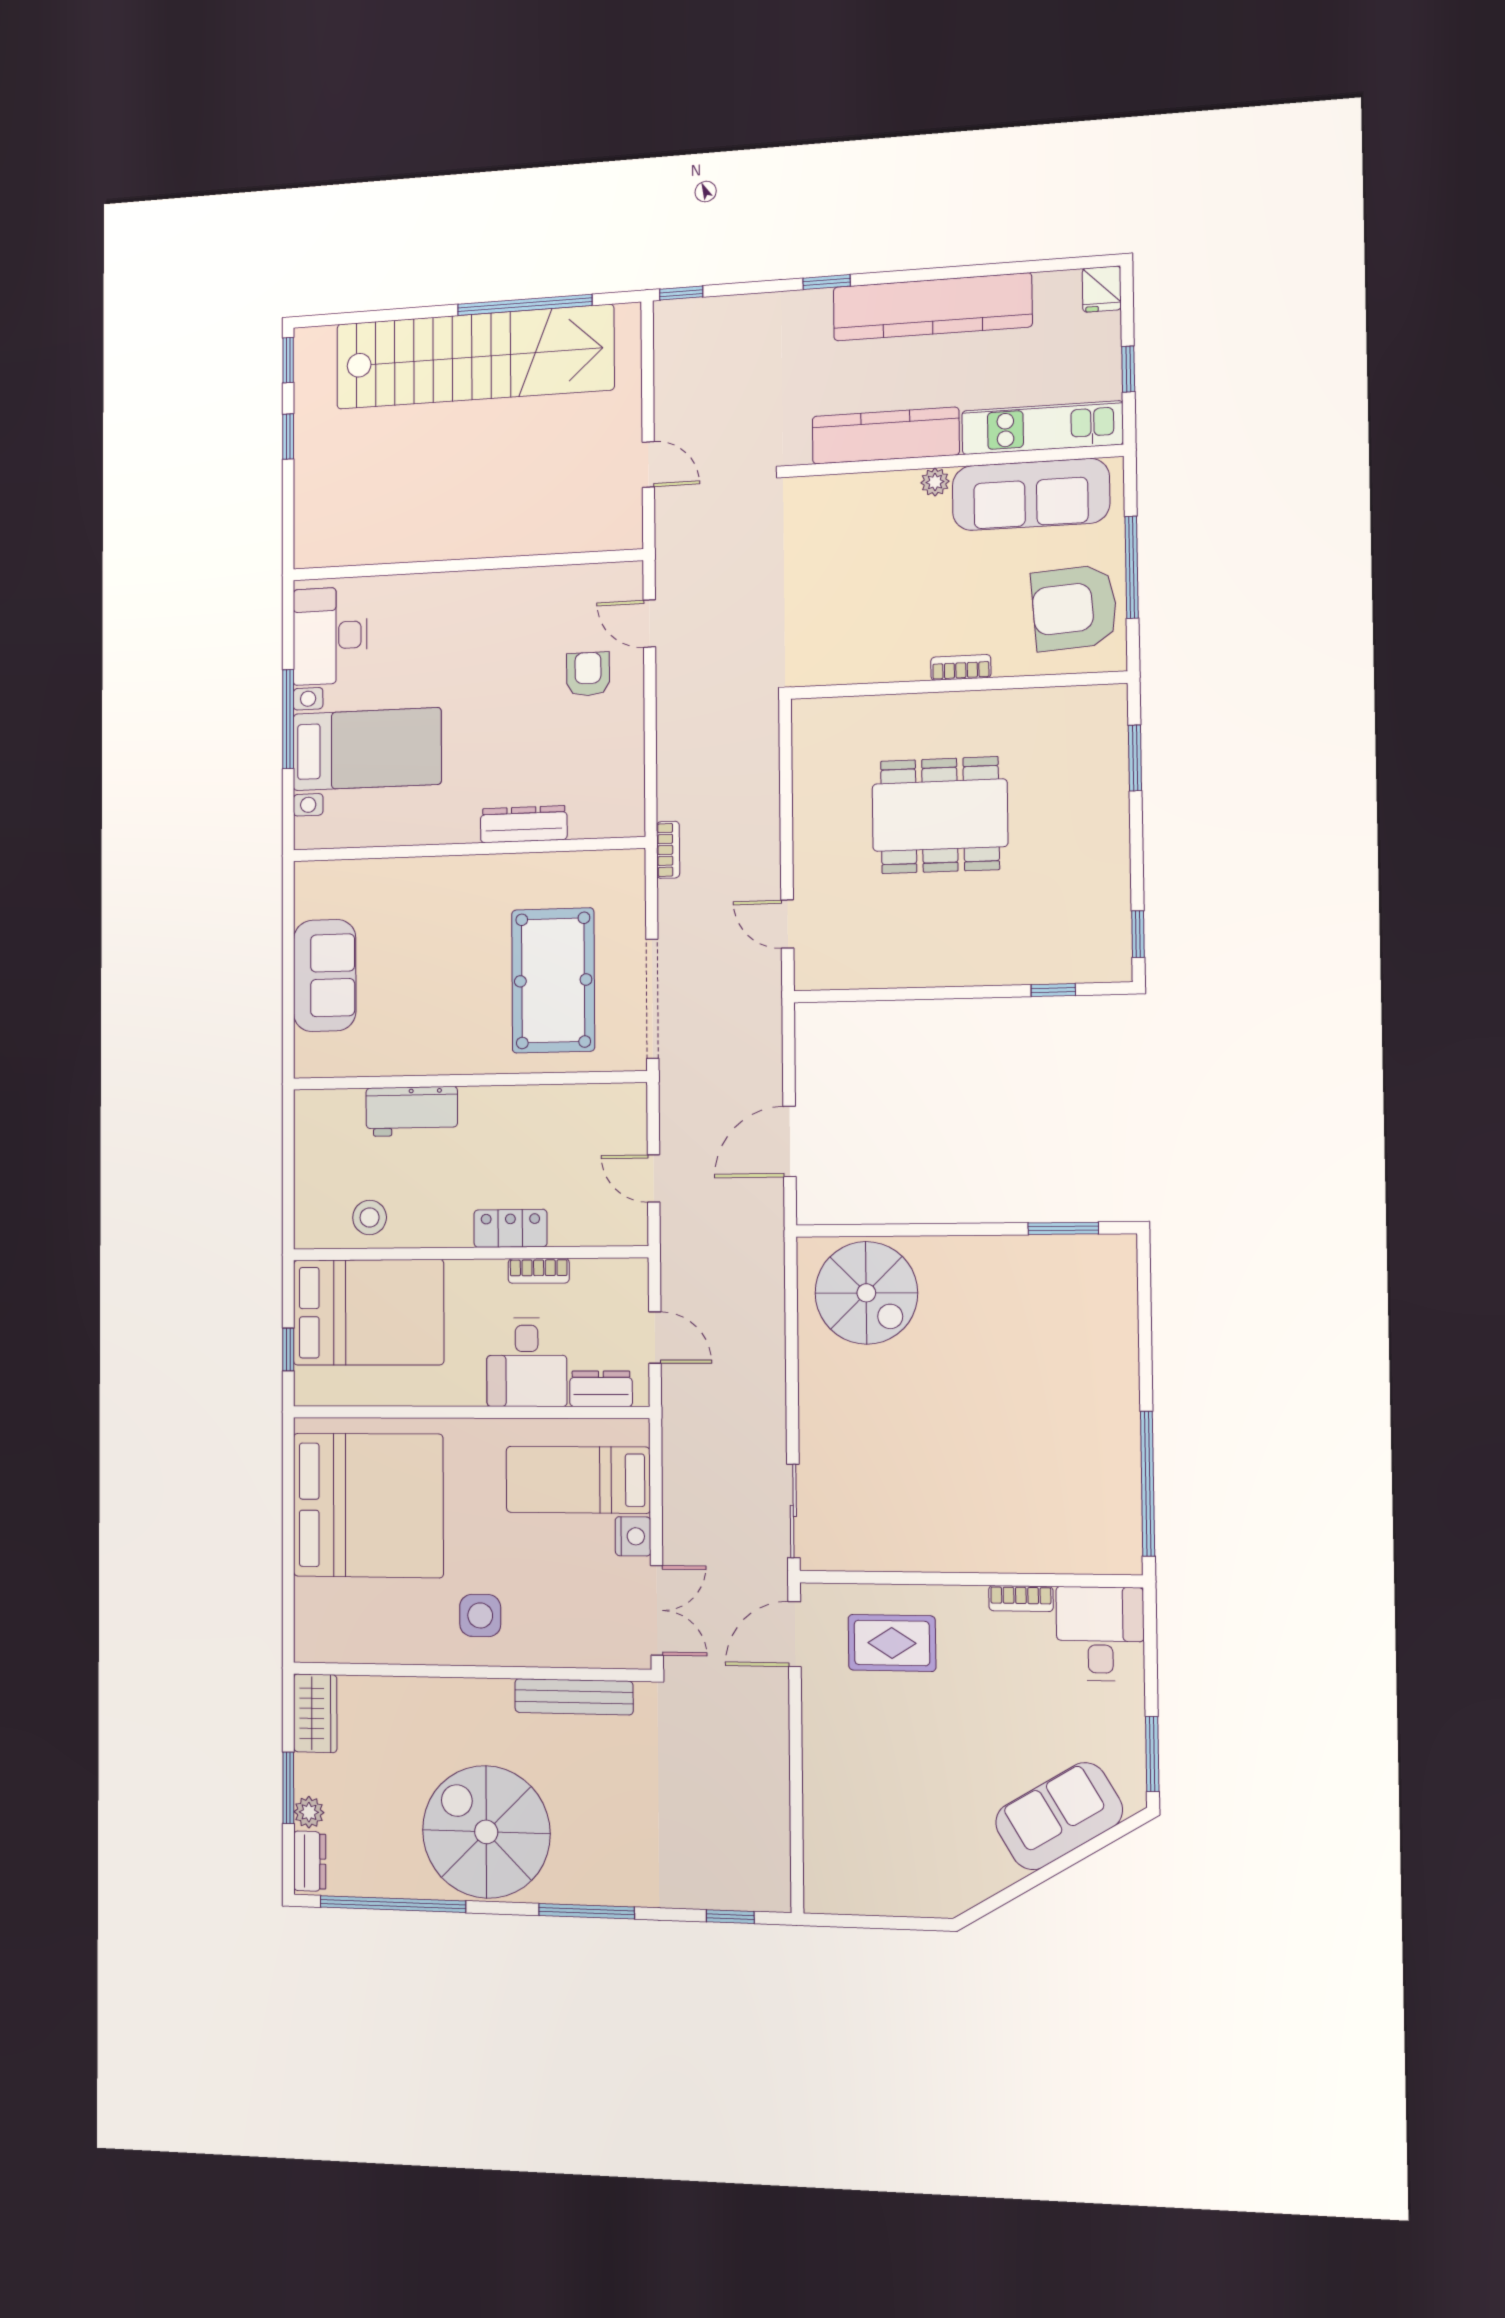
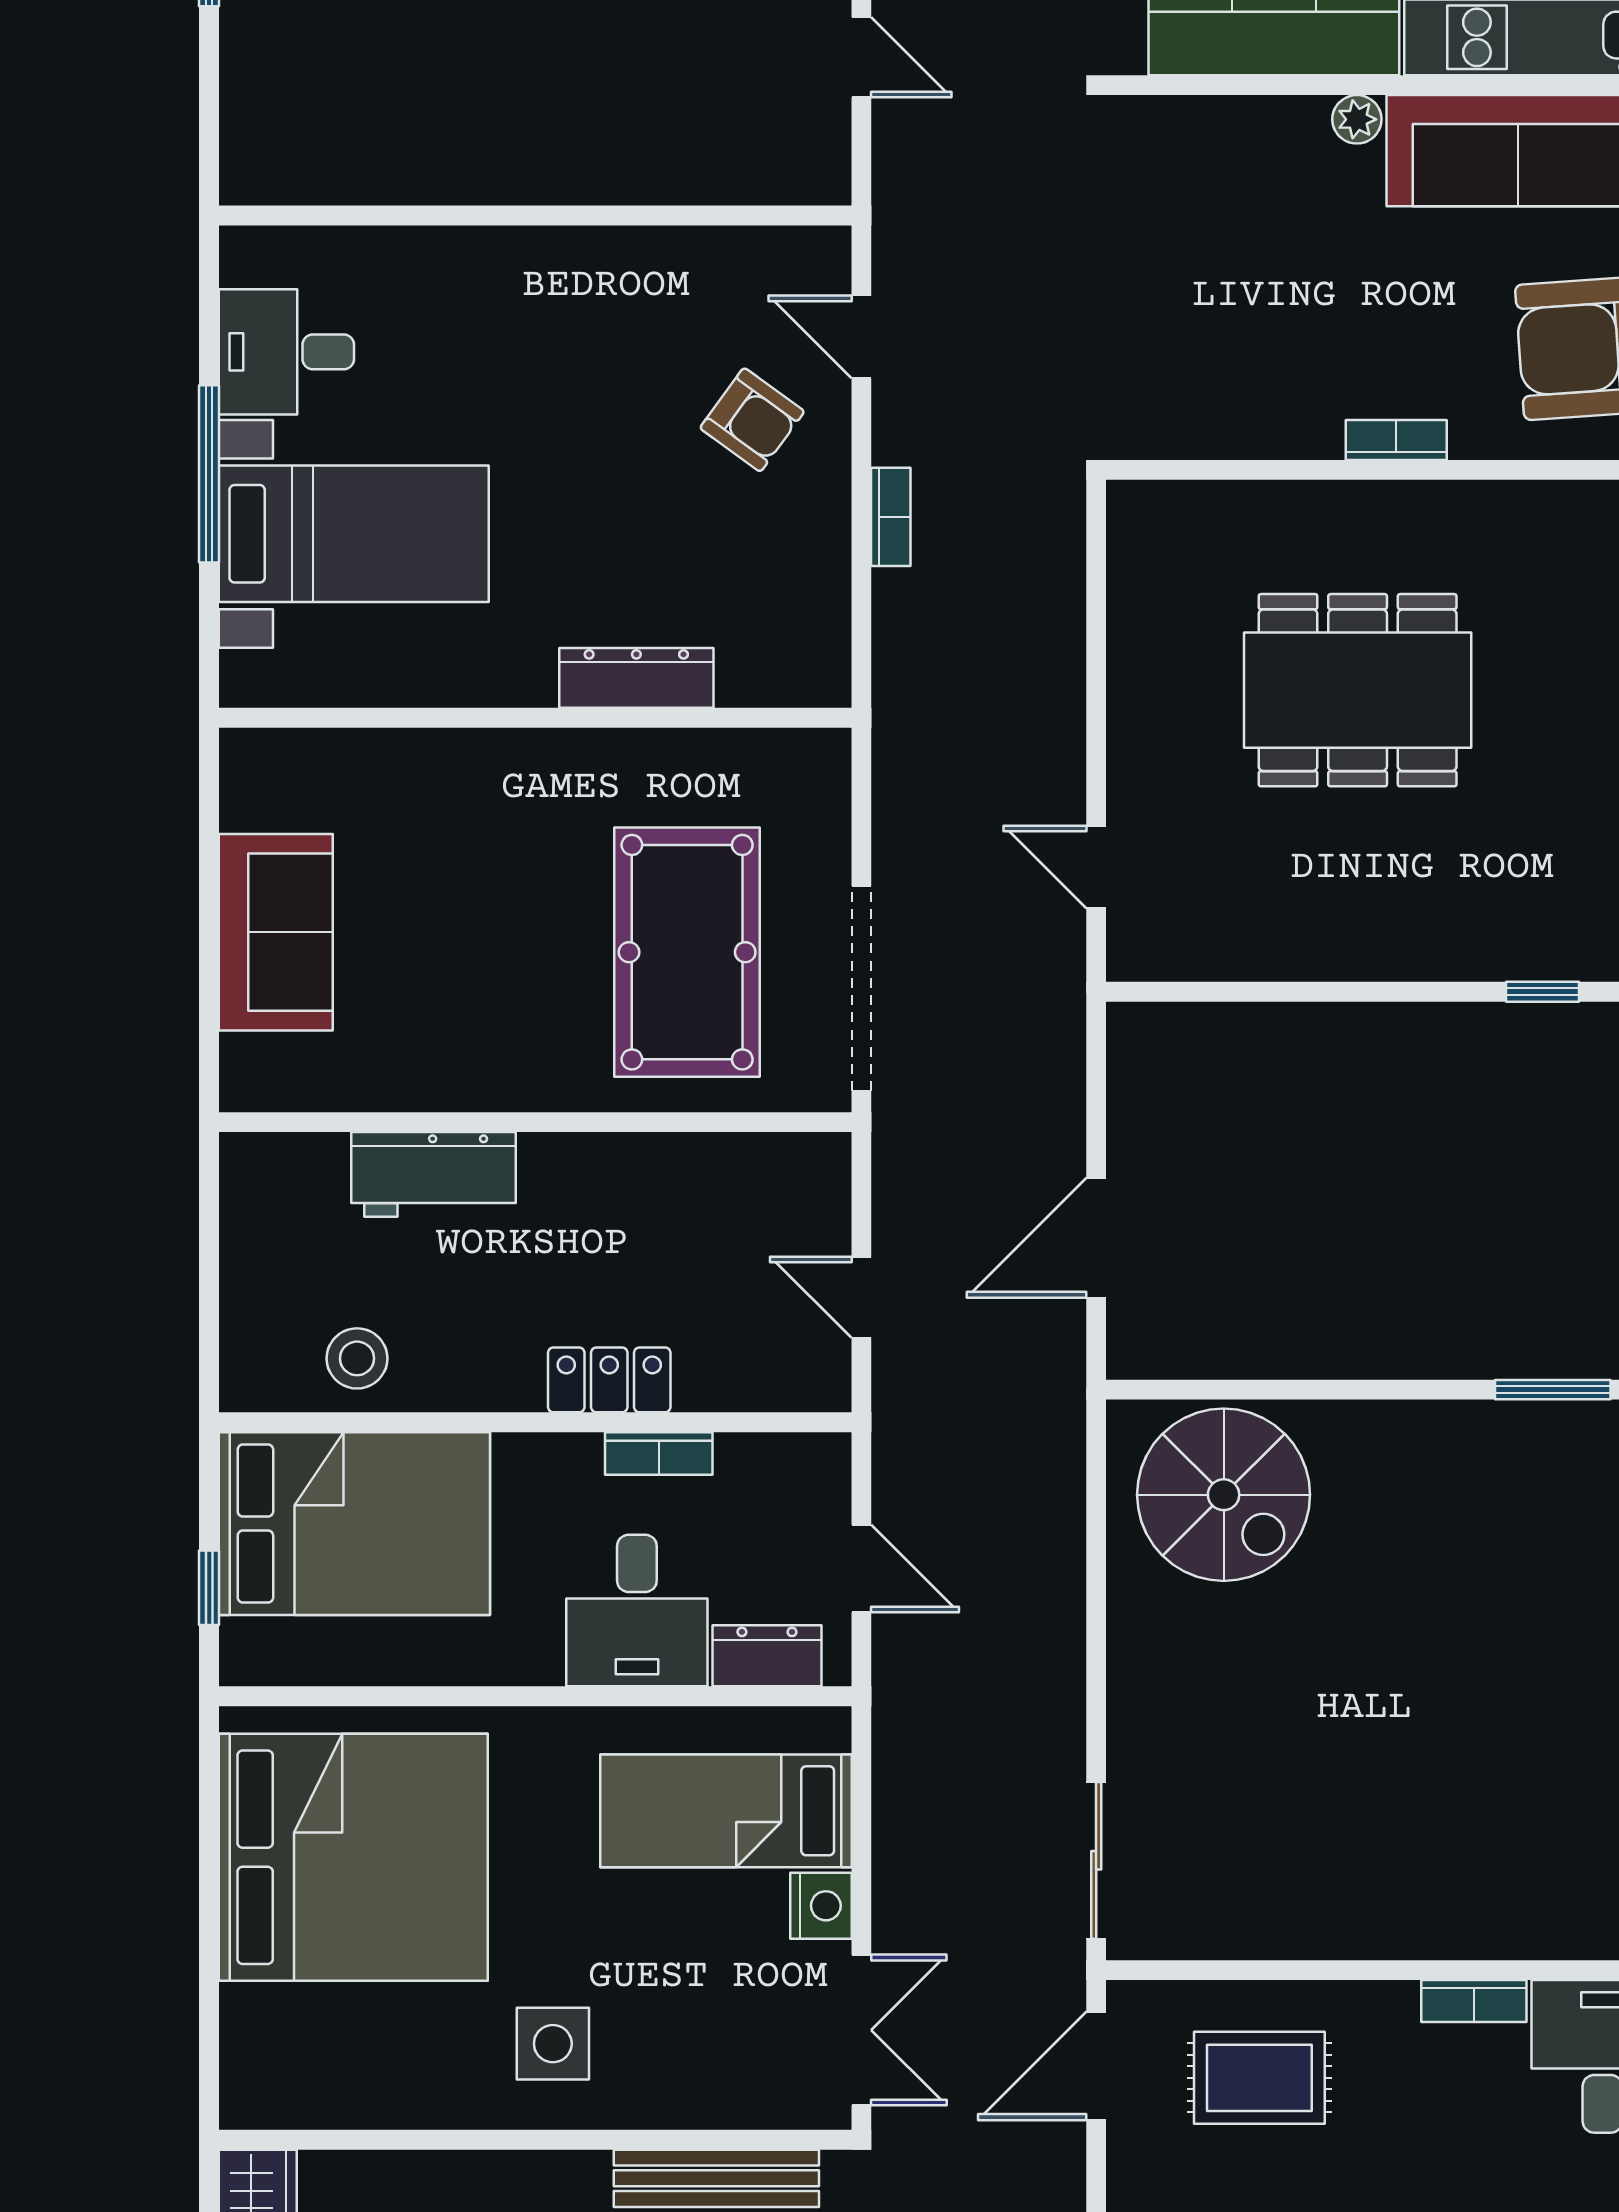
desk: (330, 636) -> (286, 352), width x0.73
armchair: (588, 674) -> (752, 420), turned 126
bookcase: (668, 850) -> (891, 517), moved

